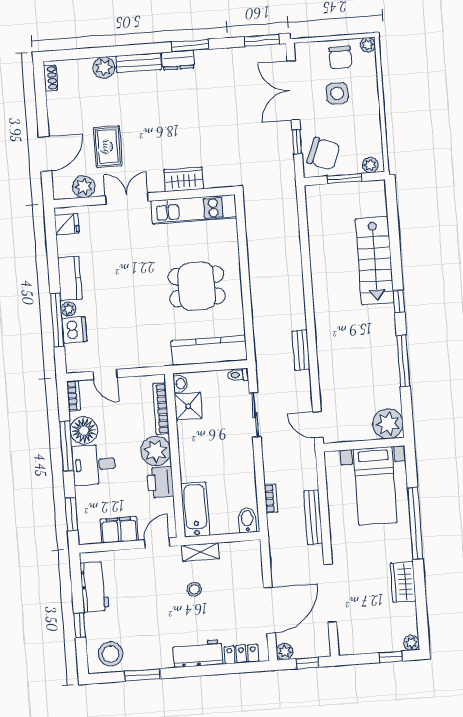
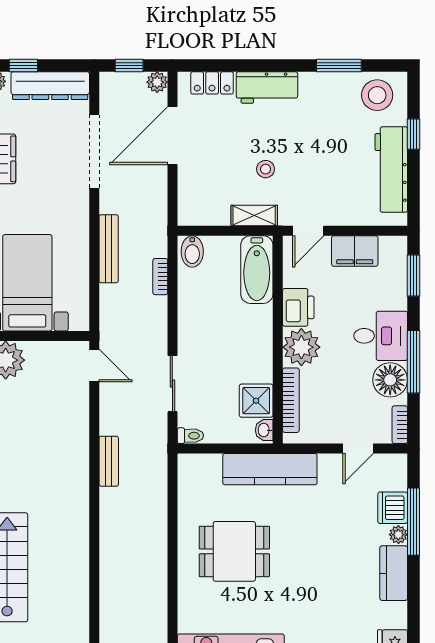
kitchen counter: (209, 351) -> (270, 469), moved
door: (105, 374) -> (358, 449), swing flipped
workbench: (94, 587) -> (391, 170), width x1.38
dresser: (369, 643) -> (50, 86), added

